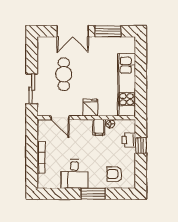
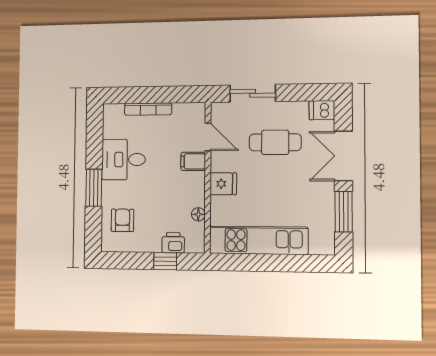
dishwasher: (43, 45) -> (322, 110), added
door: (60, 118) -> (208, 137), swing flipped
filing cabinet: (99, 127) -> (193, 161), moved

